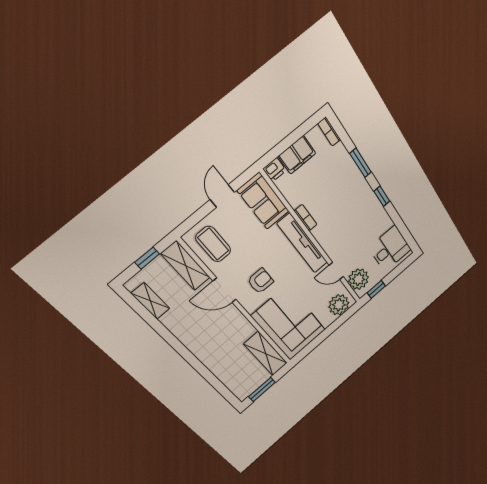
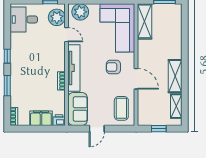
shelving: (186, 266) -> (175, 76), moved

